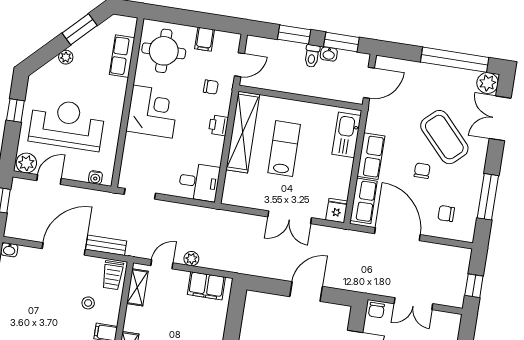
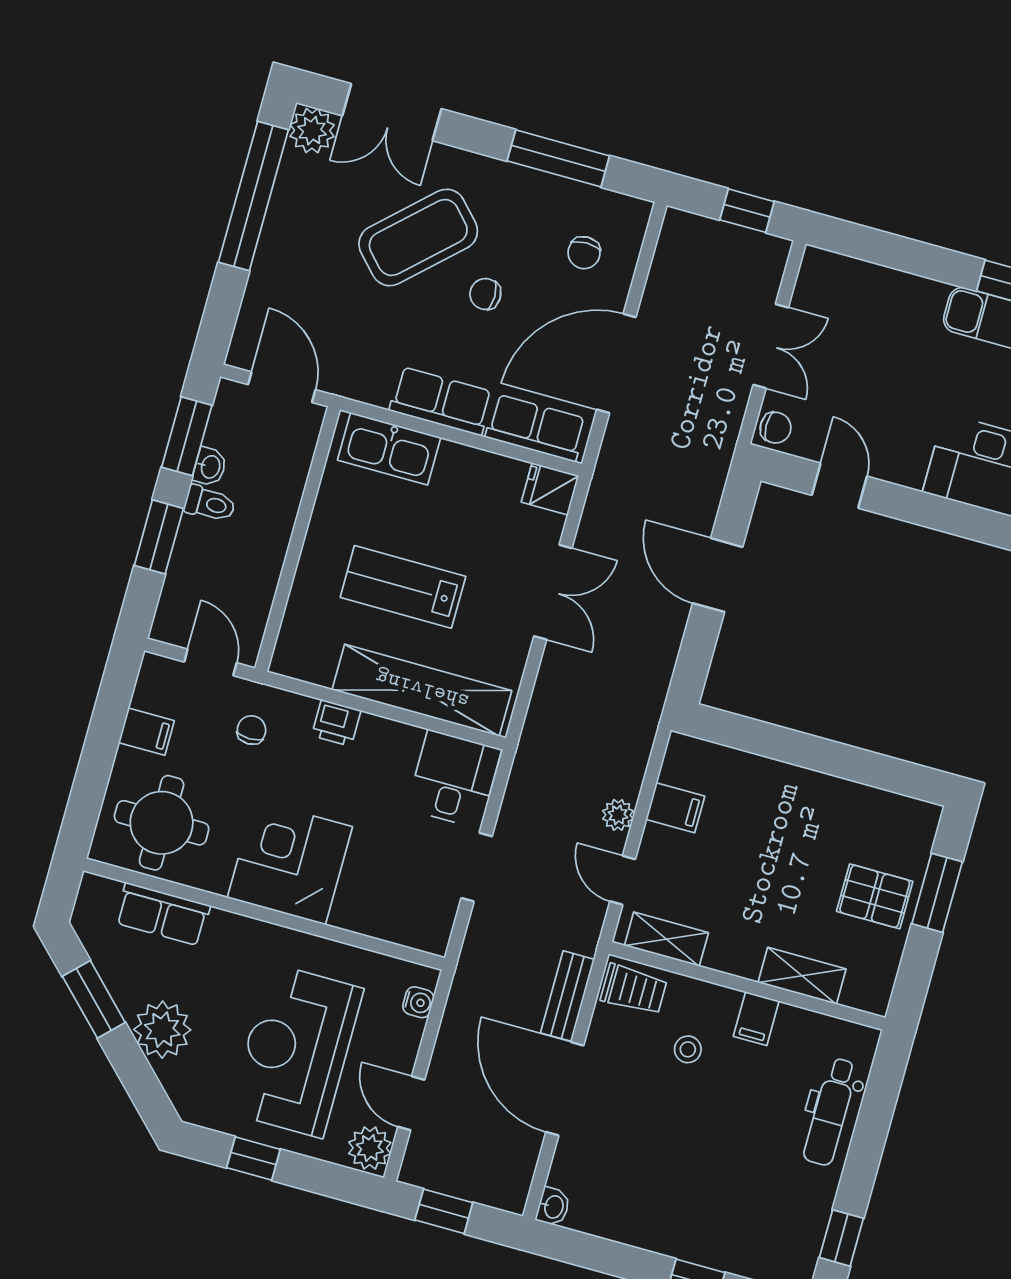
plant: (66, 57) -> (162, 1030), width x1.87, depth x1.87
shelving: (243, 132) -> (422, 690), moved
doorway: (140, 194) -> (477, 867), moved
filing cabinet: (206, 286) -> (675, 808), width x0.50

